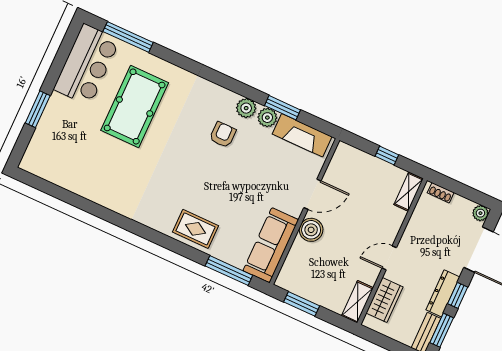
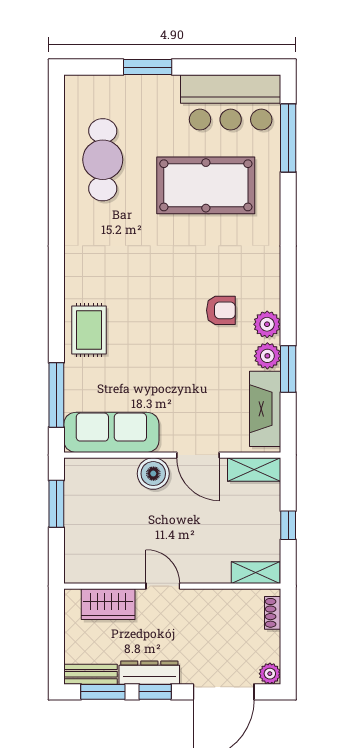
cafe table: (86, 168) -> (103, 160), added
shelving: (357, 302) -> (254, 470), moved

